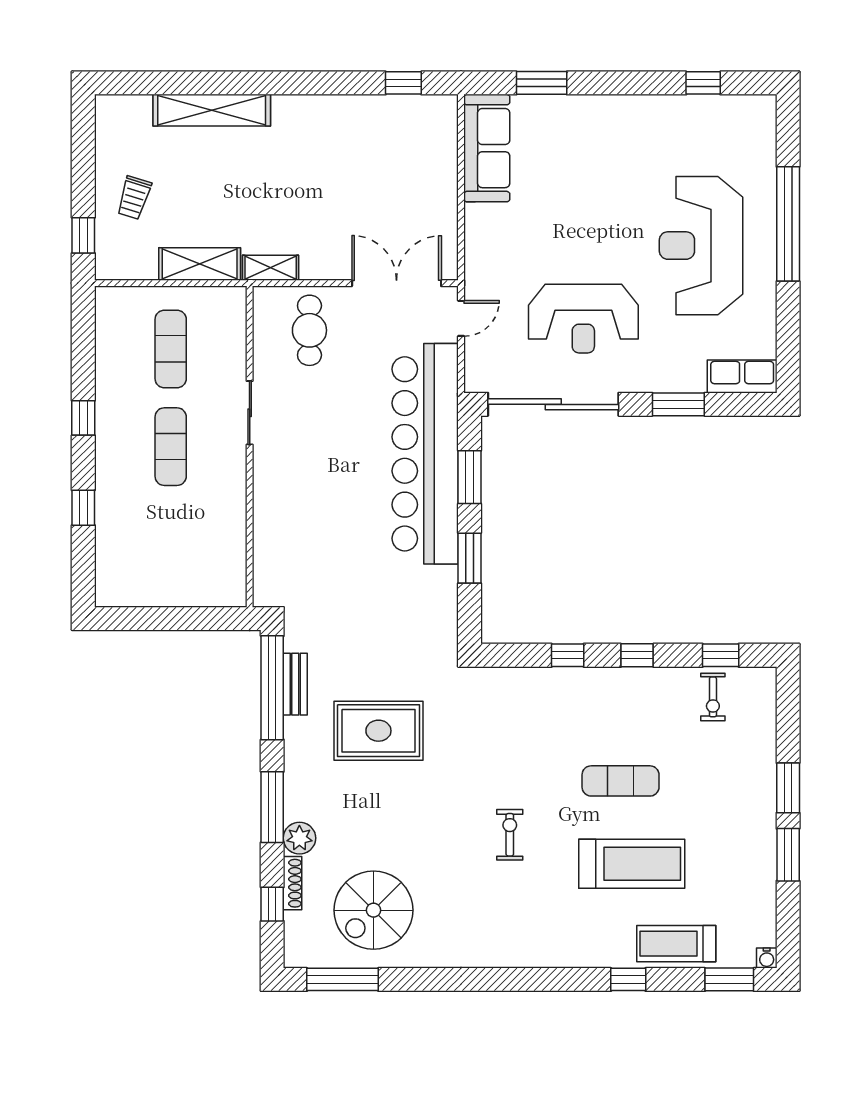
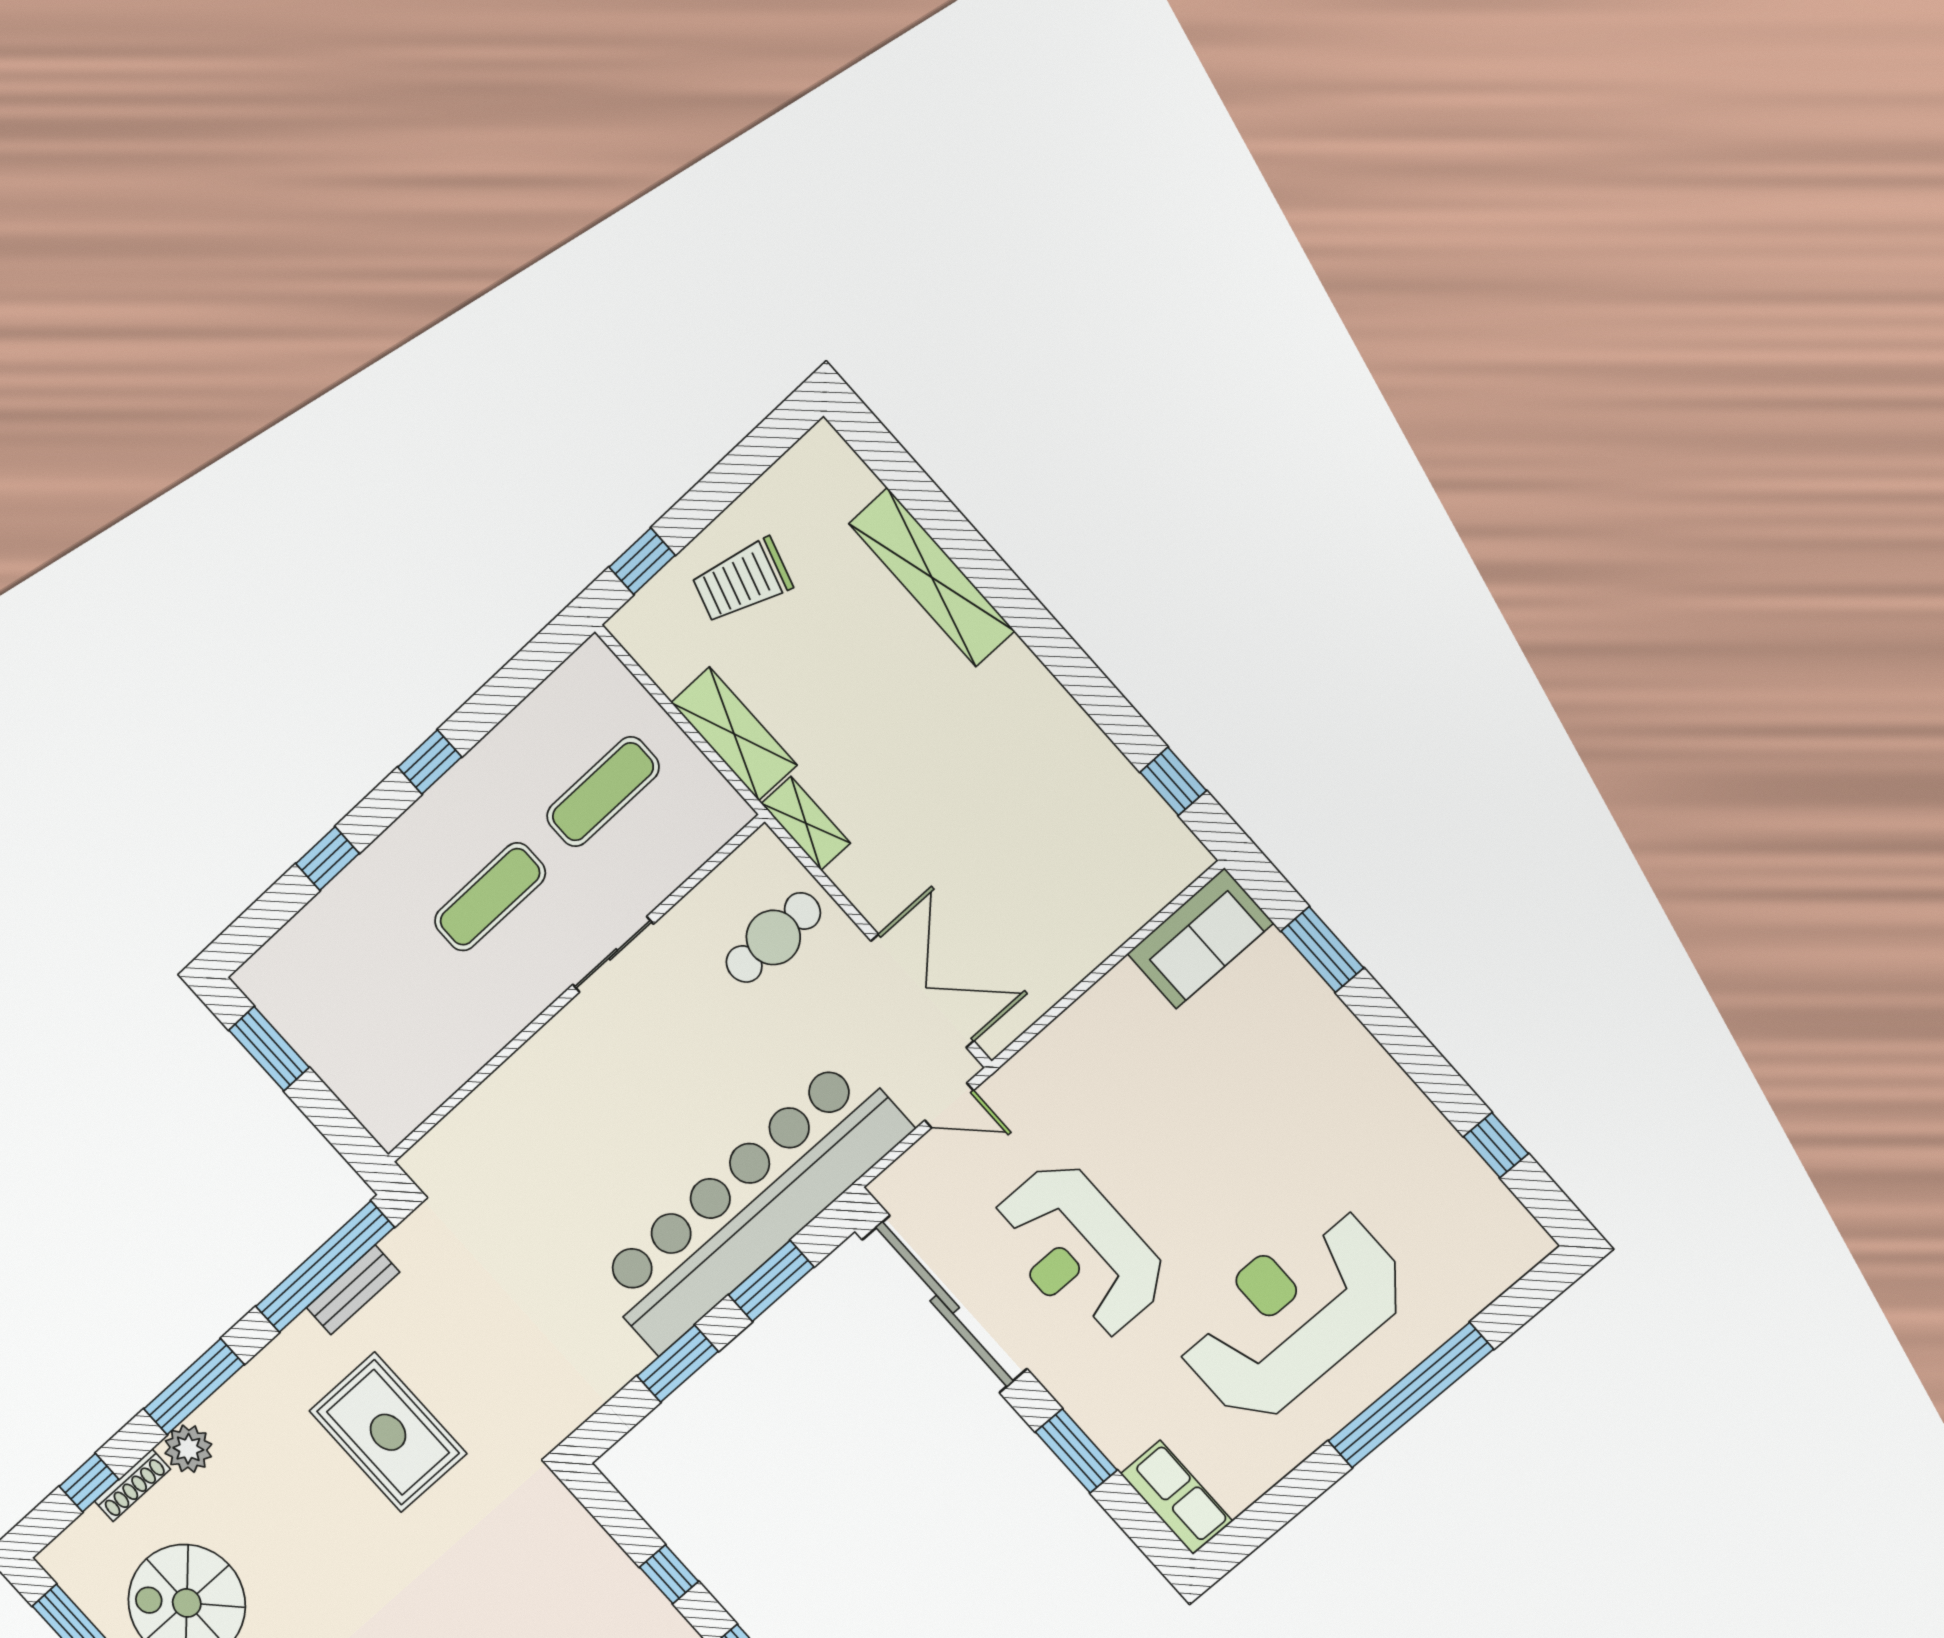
sofa: (487, 148) -> (1200, 938), width x0.73
trolley: (134, 198) -> (742, 581), width x1.36, depth x1.39
window: (146, 619) -> (269, 1049), added

